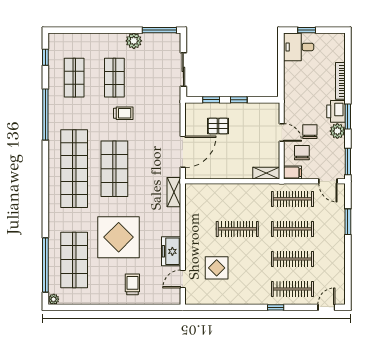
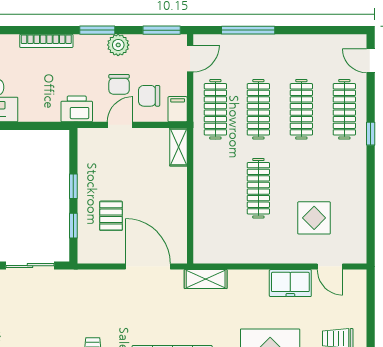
printer: (336, 111) -> (77, 109), moved, turned 180
chair: (310, 132) -> (119, 84), turned -90
window: (348, 222) -> (248, 30), width x1.44

